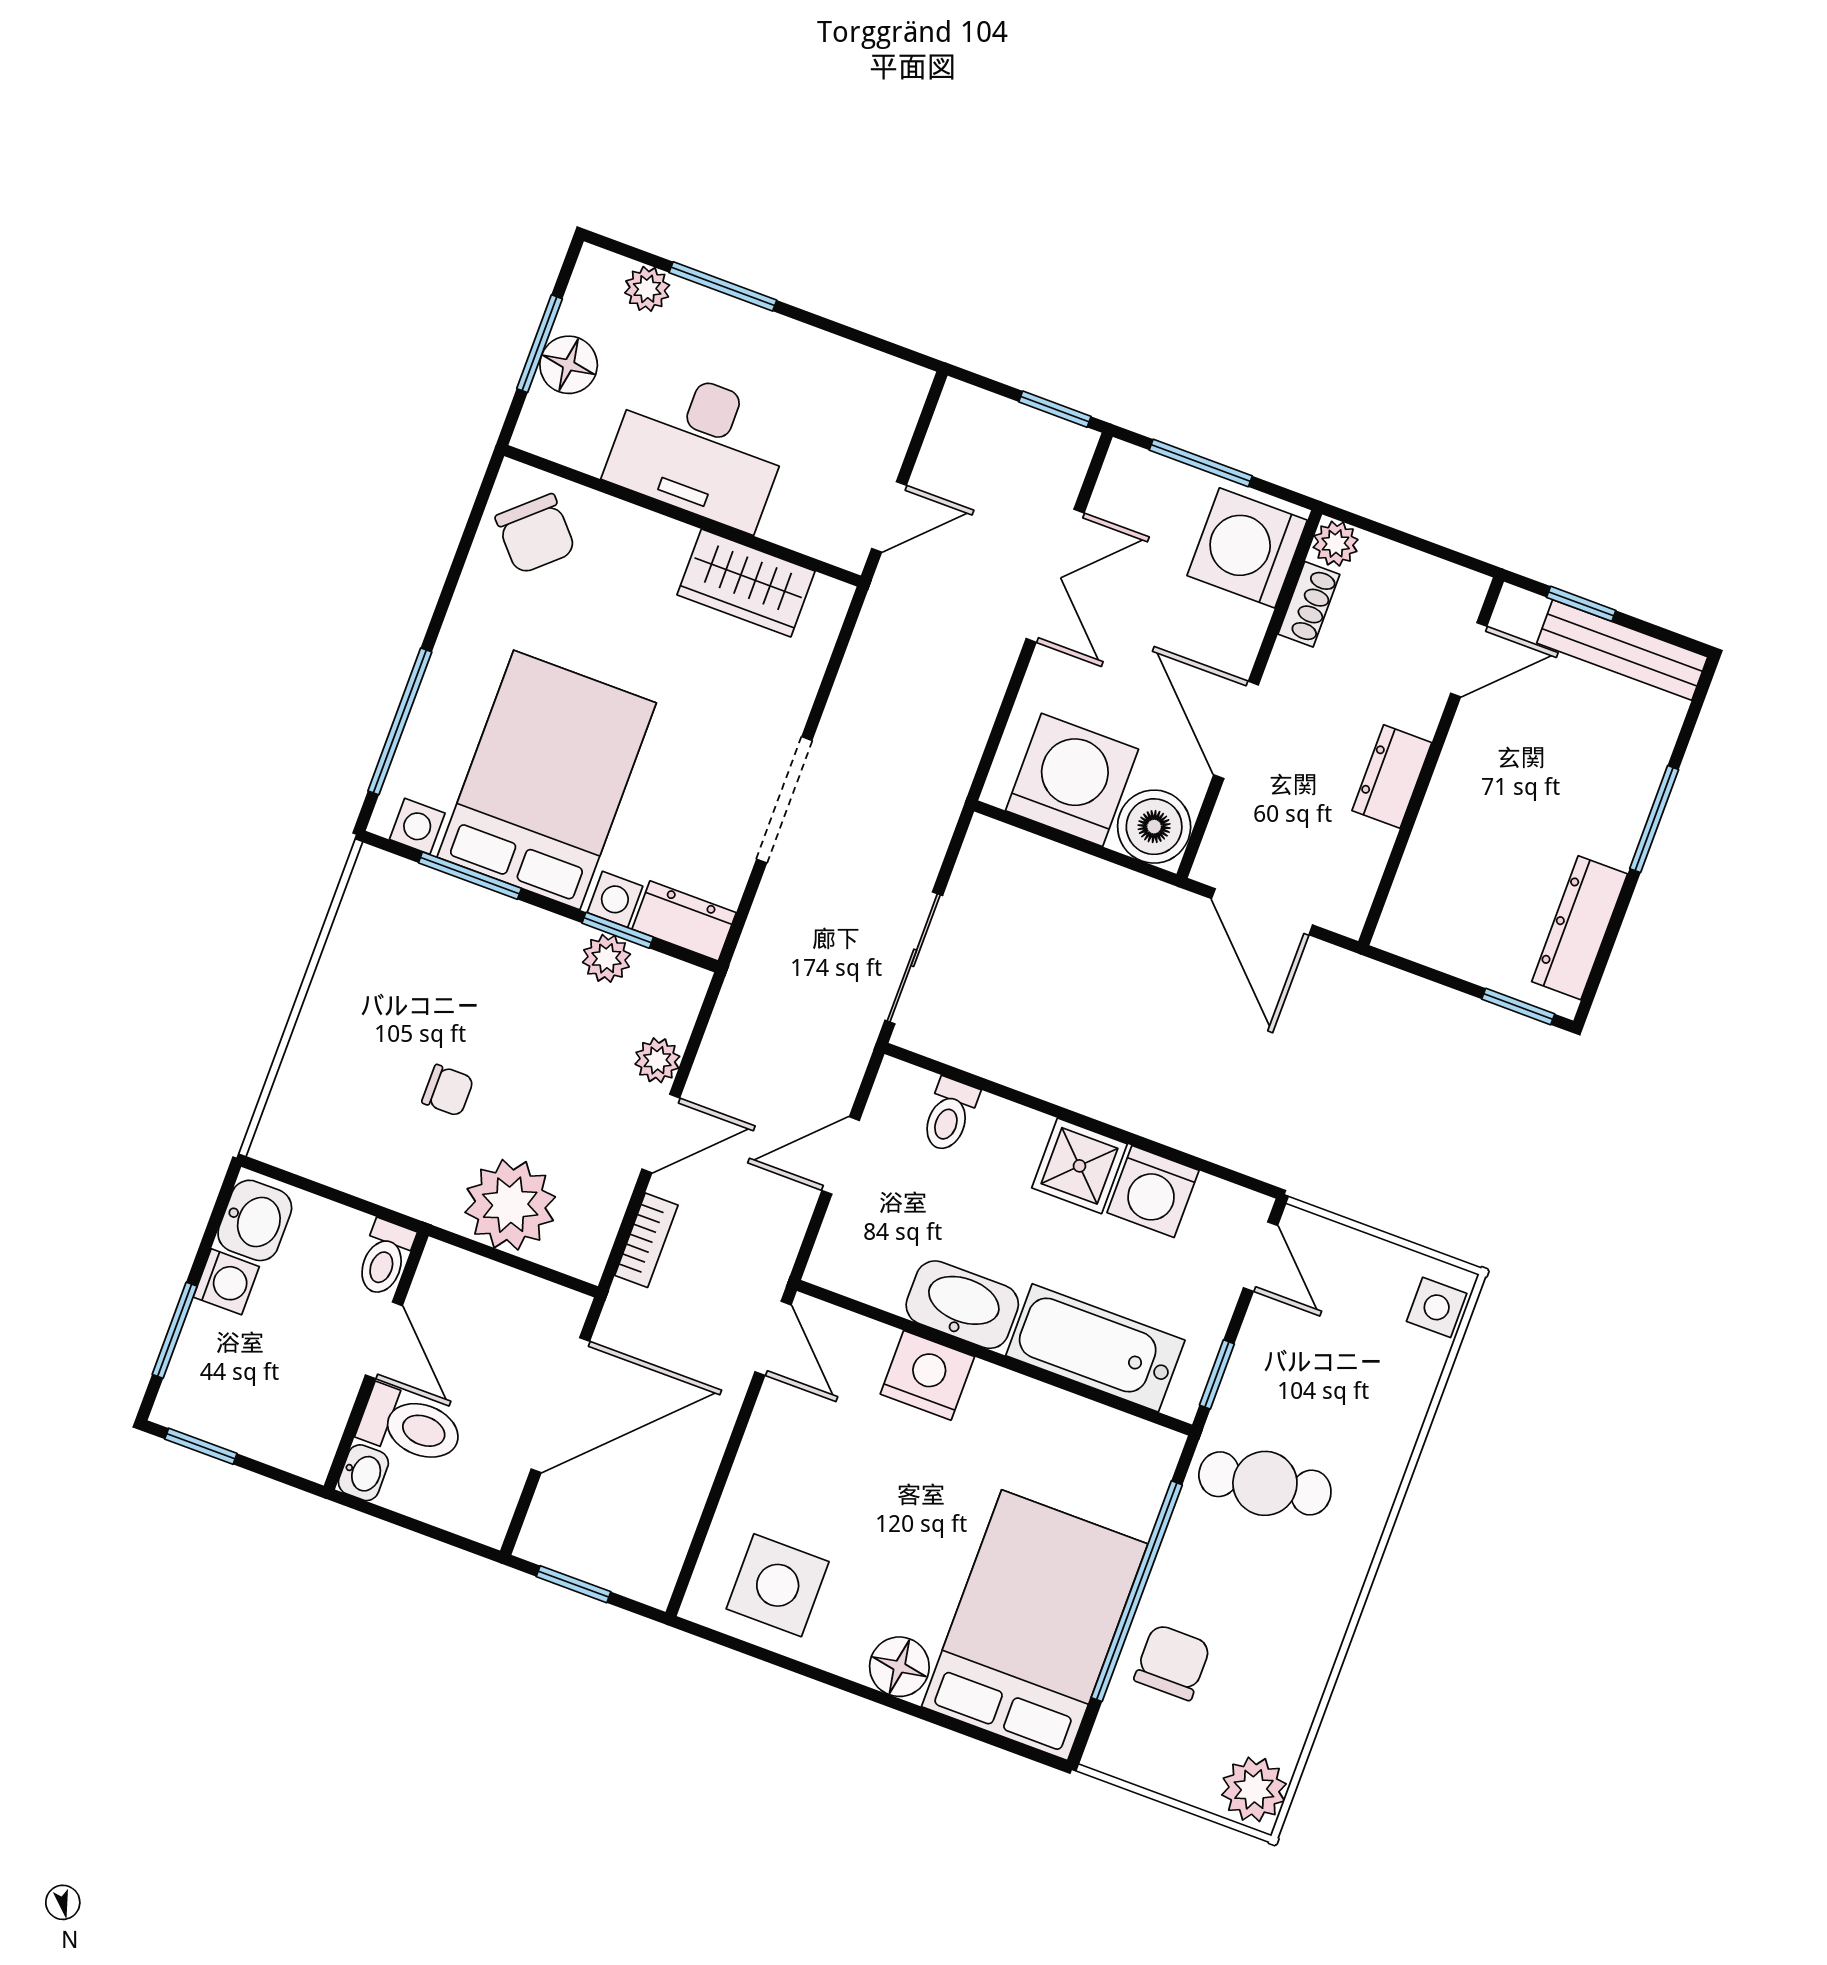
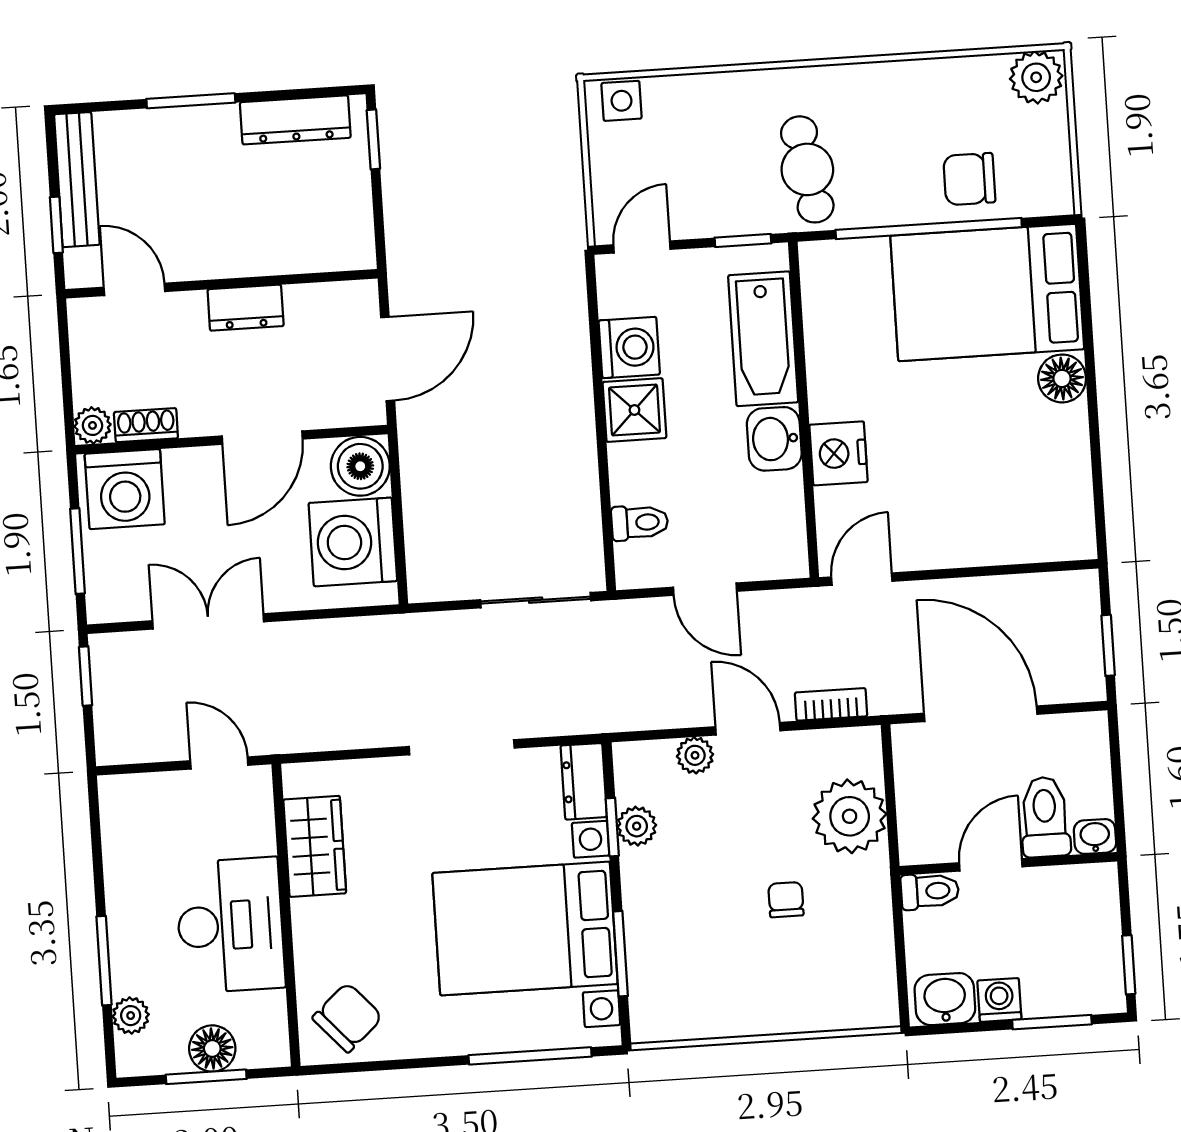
washbasin: (962, 1305) -> (774, 439), width x0.72
side table: (778, 1585) -> (1042, 495), removed

